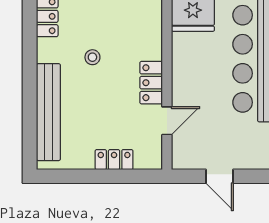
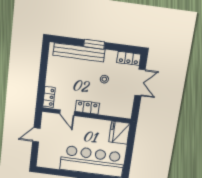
window: (30, 85) -> (94, 44), added
locker: (114, 160) -> (49, 97), moved

